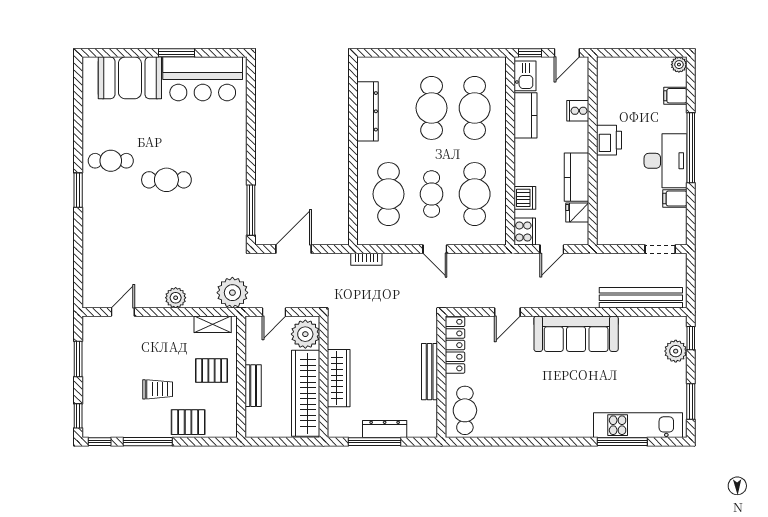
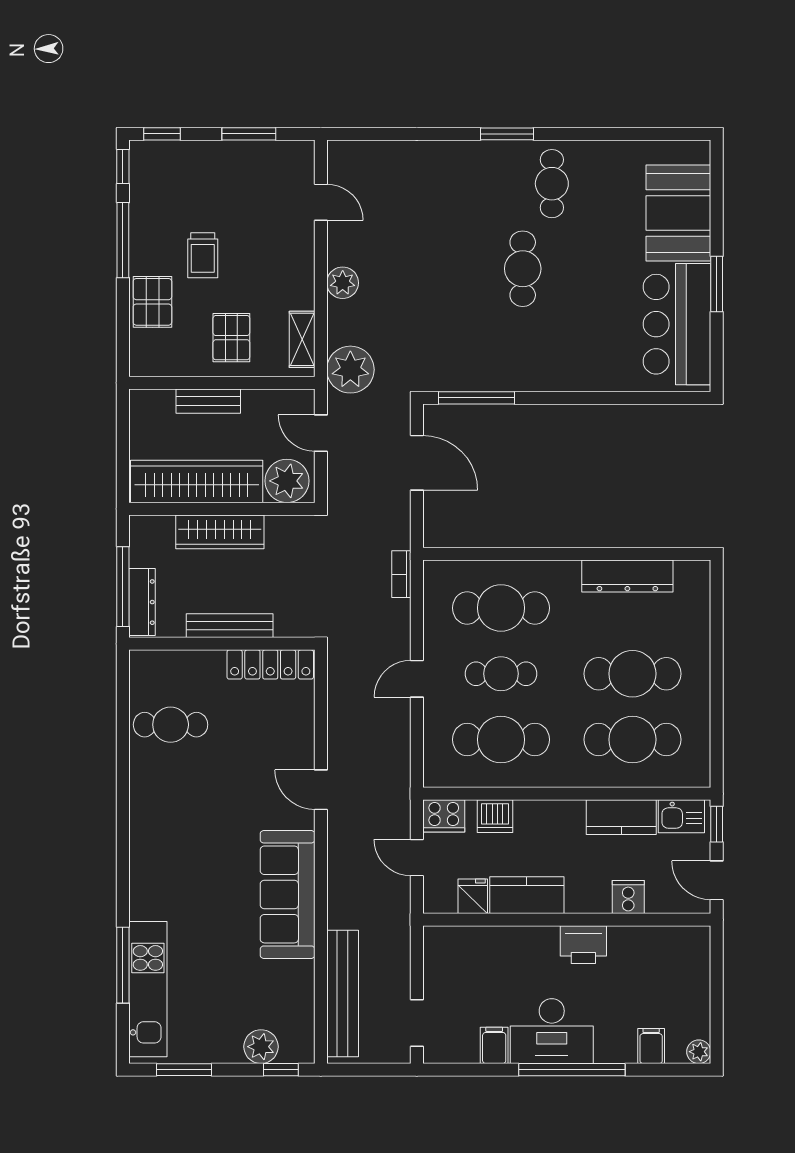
locker: (455, 345) -> (270, 664), moved
bench: (430, 372) -> (230, 626), moved
wall: (441, 377) -> (222, 644), moved

